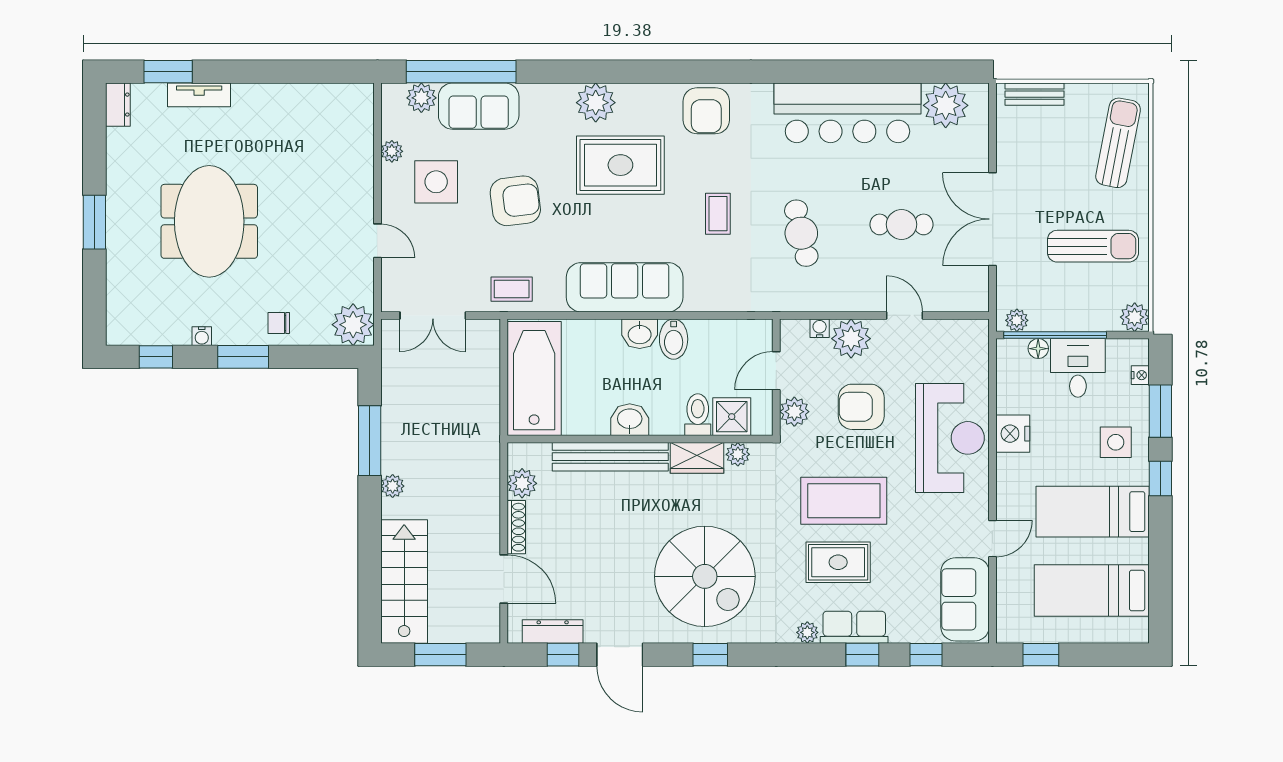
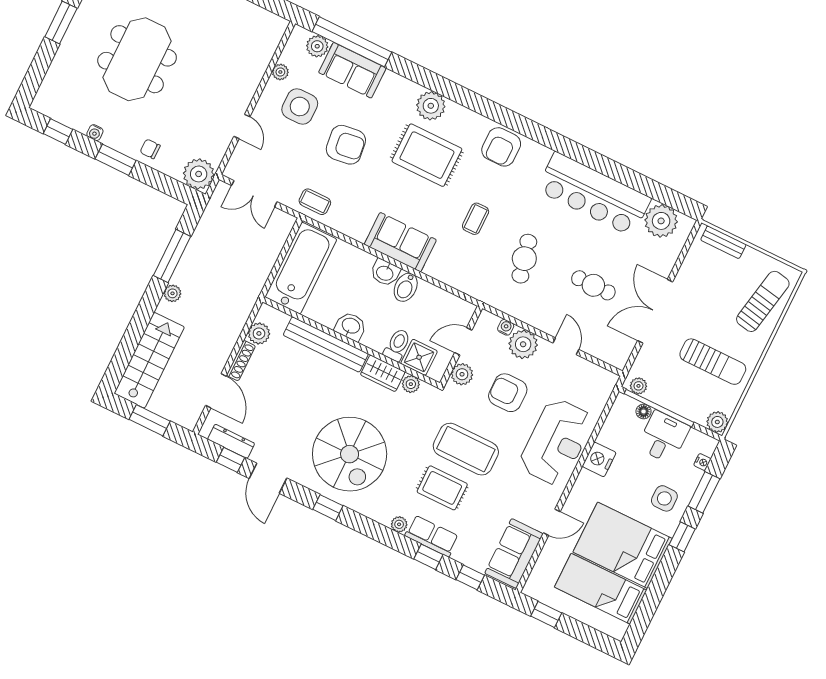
sofa: (625, 287) -> (400, 242), width x0.73
bed: (1093, 512) -> (623, 545), width x1.50

